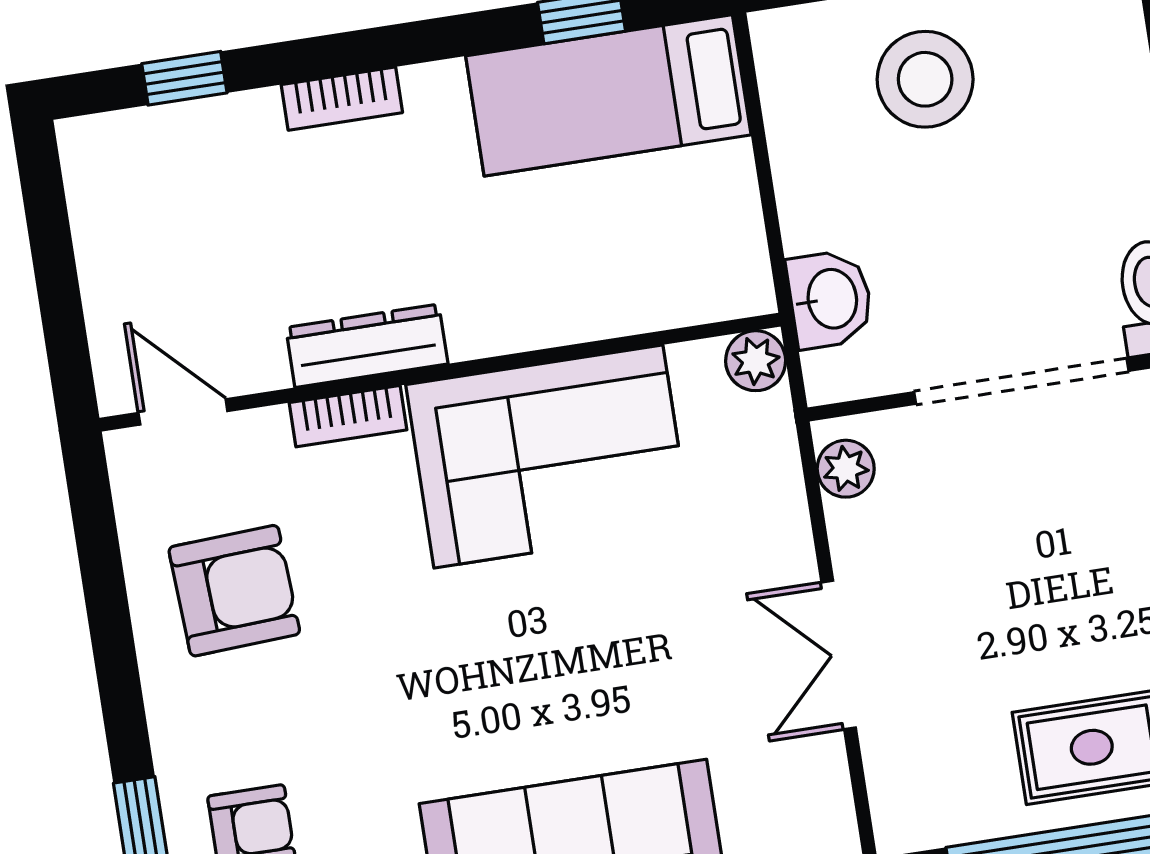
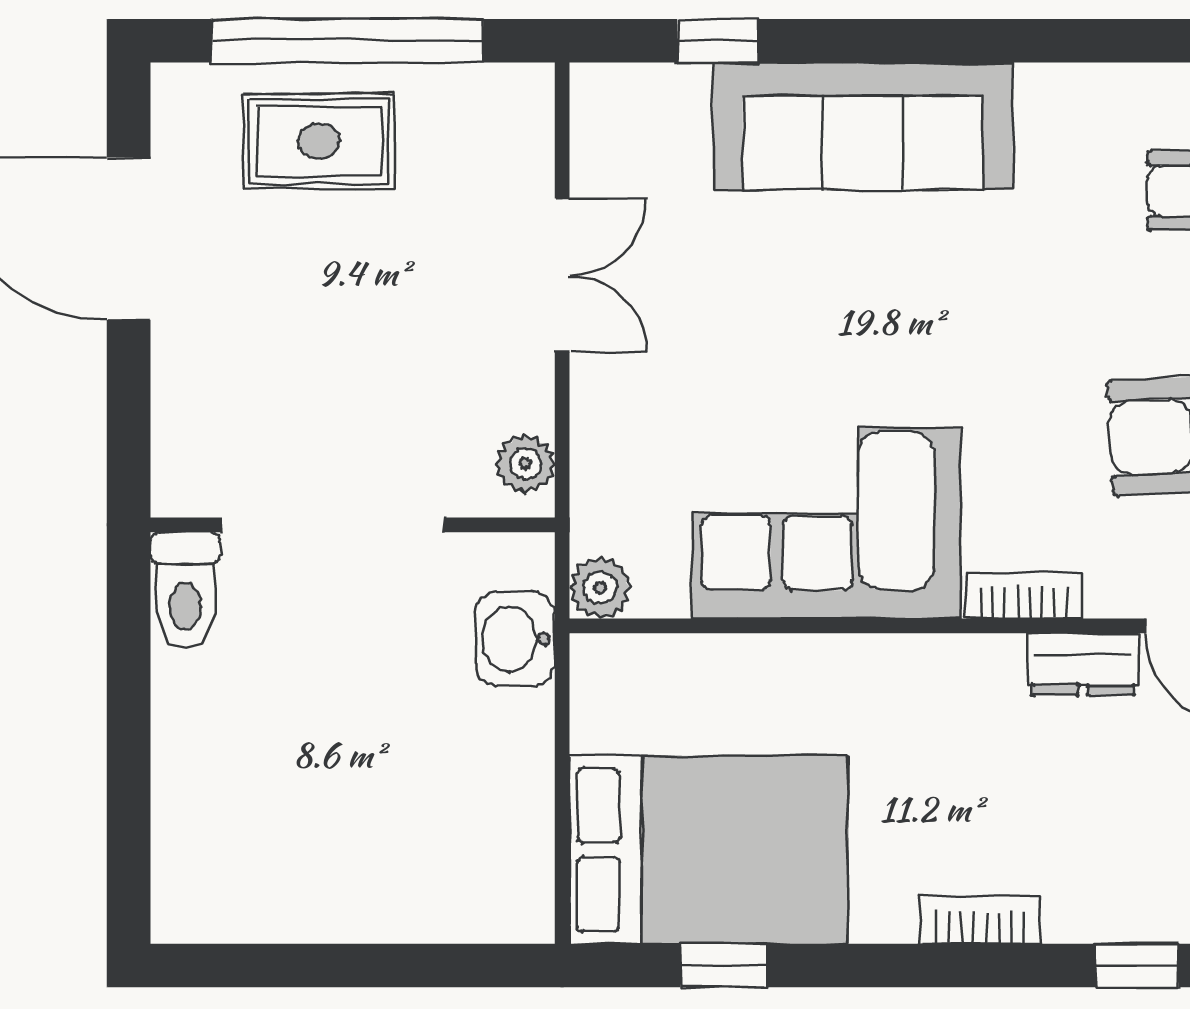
stool: (925, 79) -> (383, 848), removed
bed: (608, 95) -> (708, 850), width x1.50
dresser: (367, 346) -> (1083, 664), moved, width x0.70

